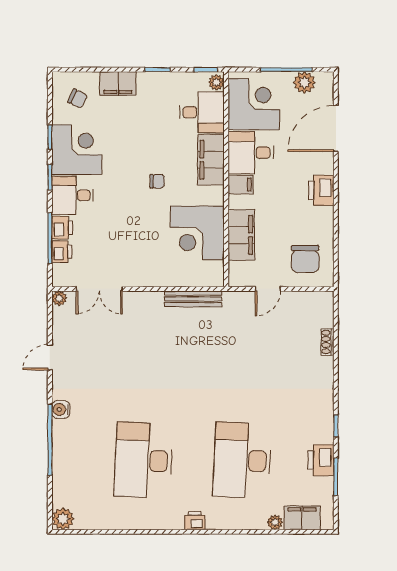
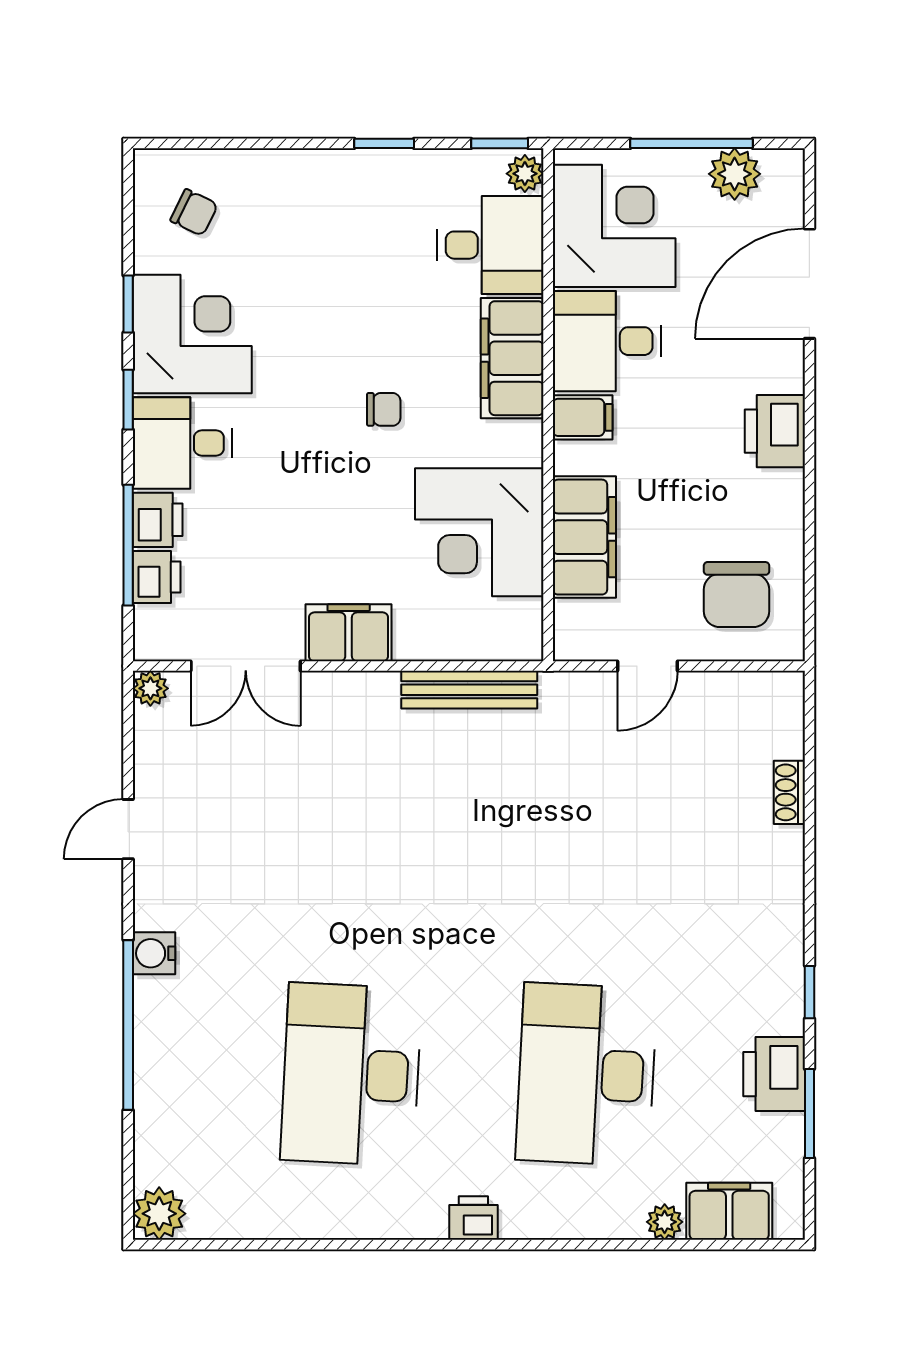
filing cabinet: (118, 84) -> (349, 633), moved, turned 180

